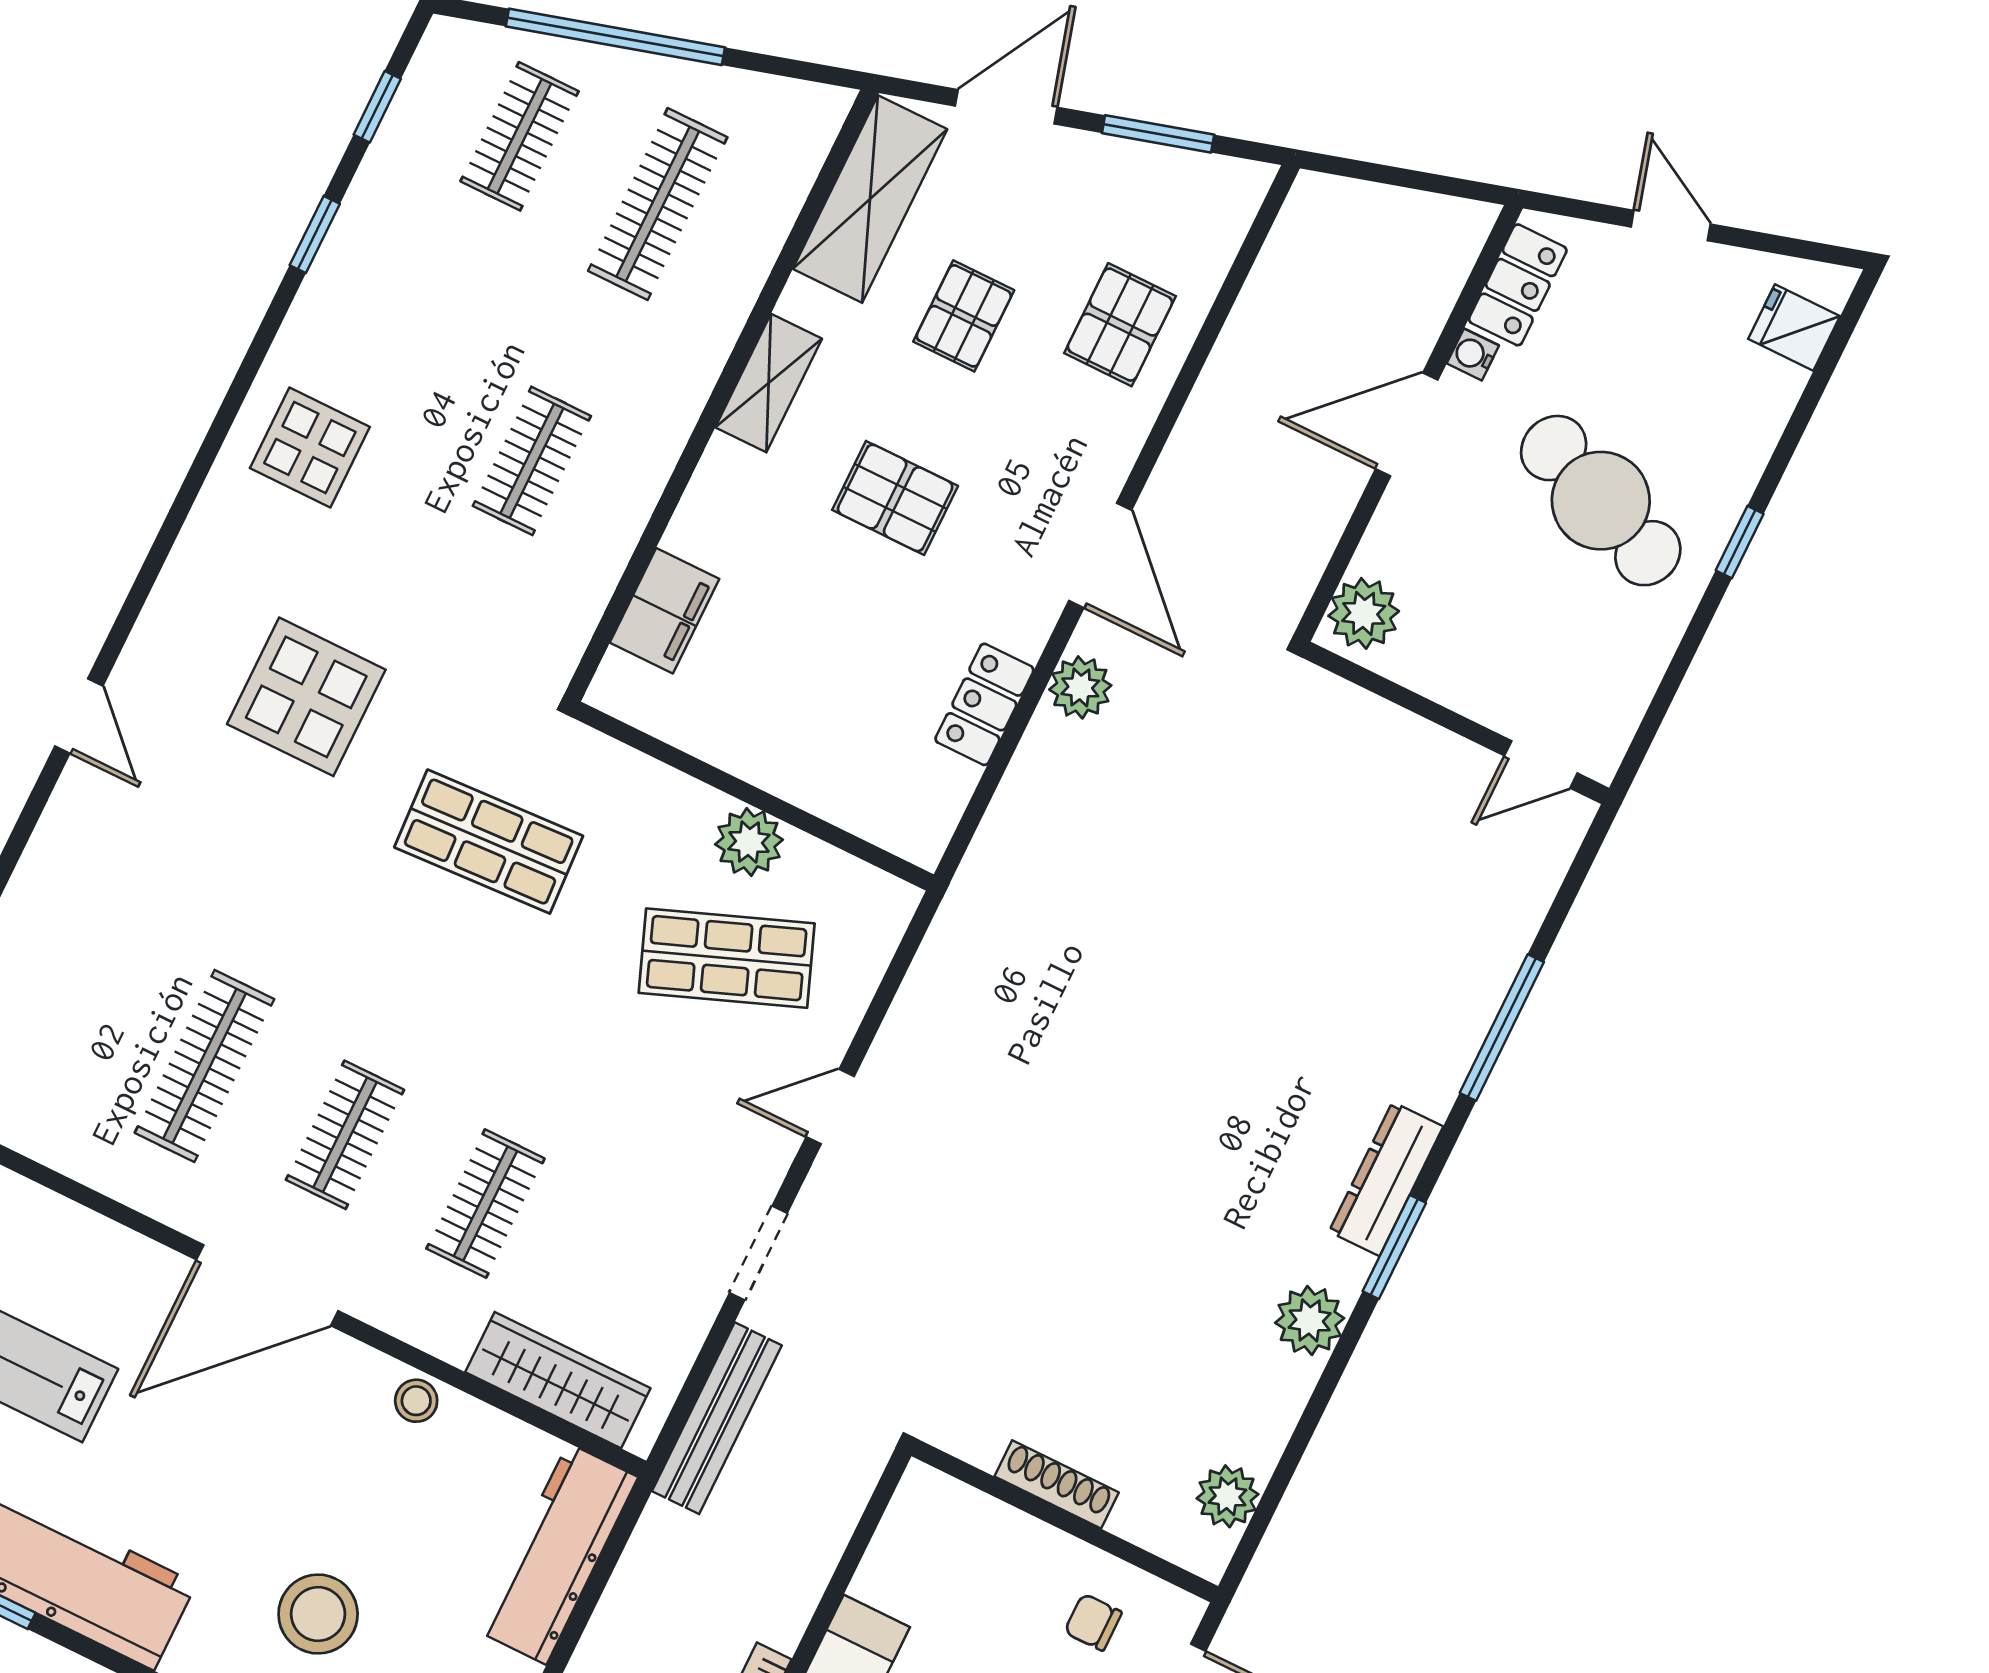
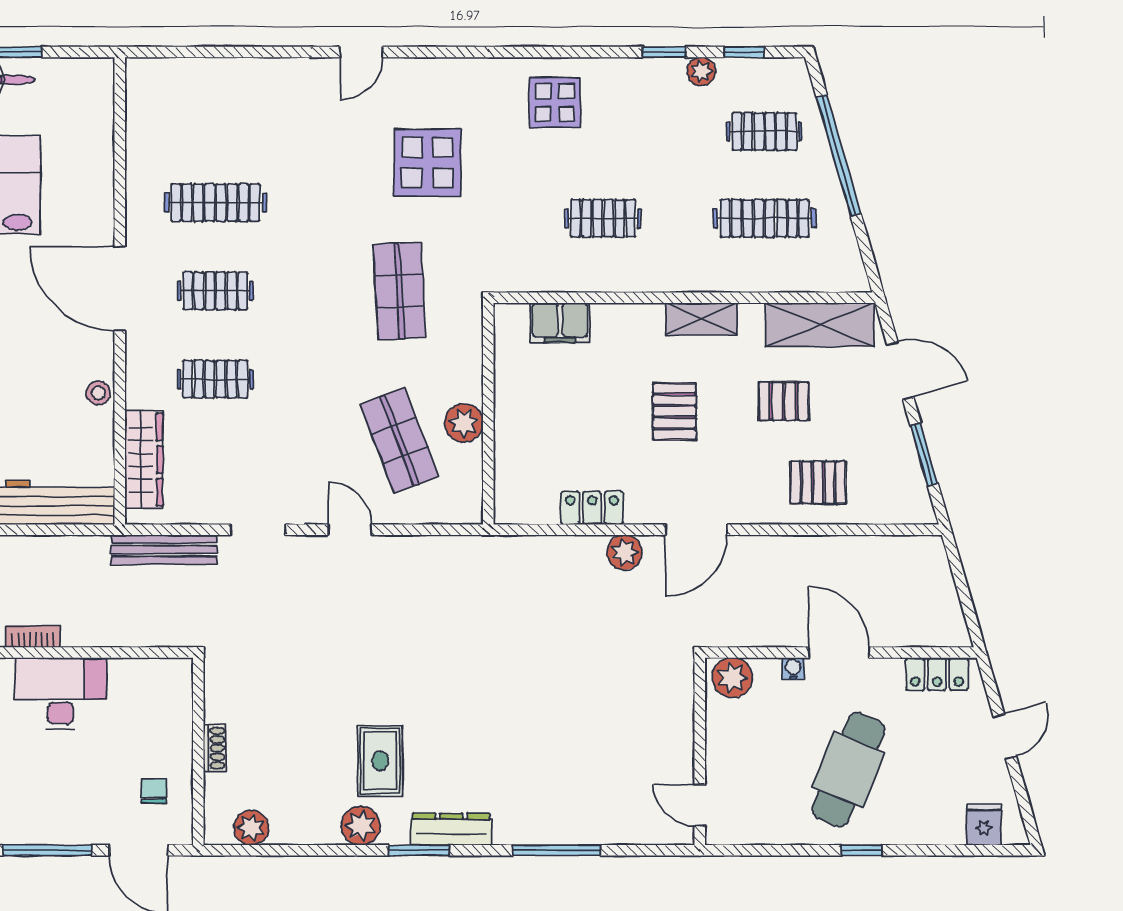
plant: (375, 190) -> (701, 71), added
water cooler: (1473, 354) -> (793, 669), moved
rug: (1222, 1239) -> (380, 761), added
shoe rack: (1057, 1484) -> (215, 748), width x0.70

